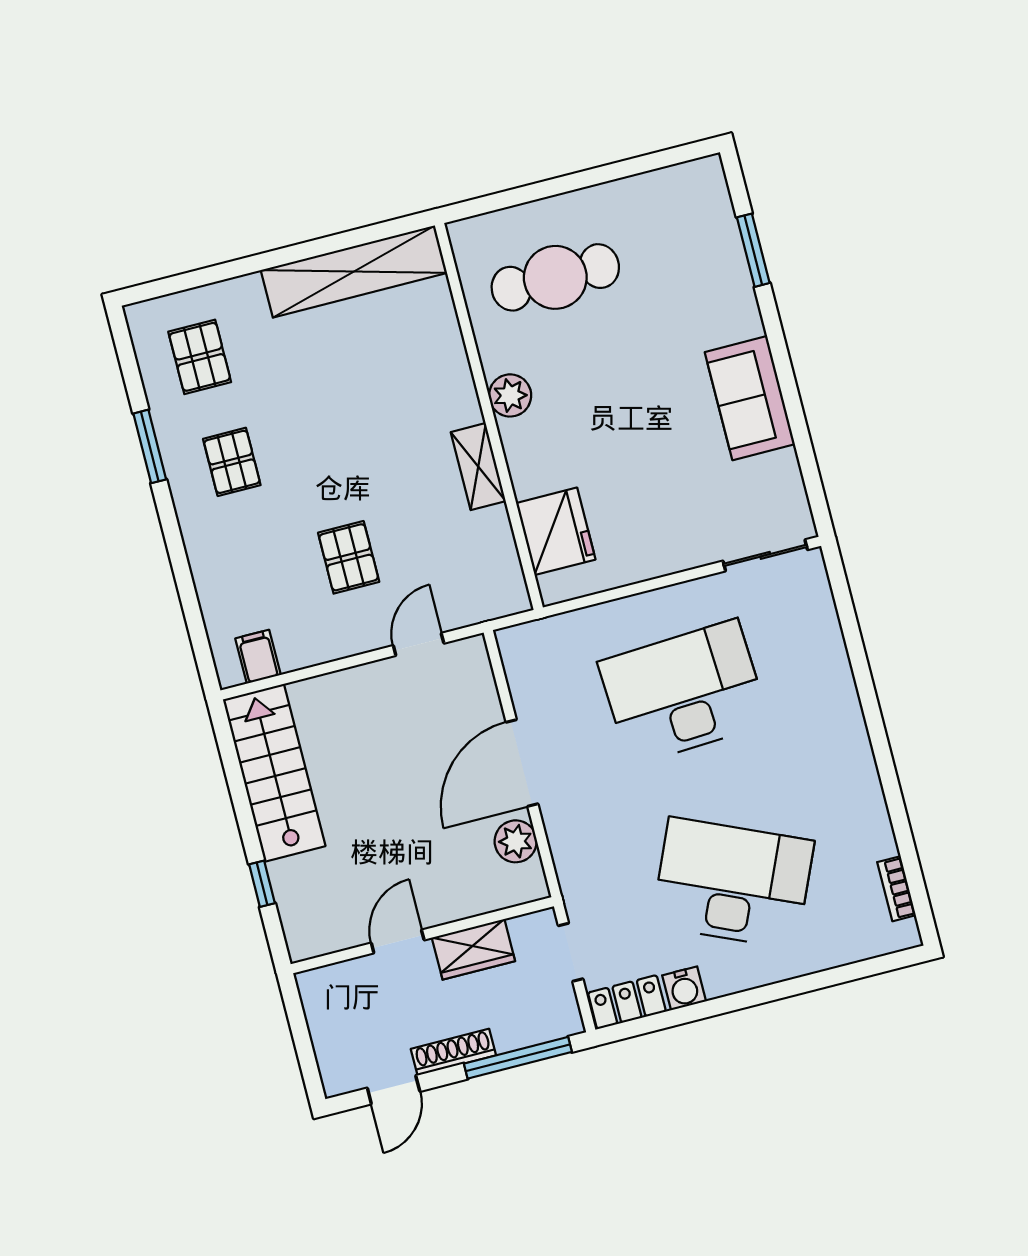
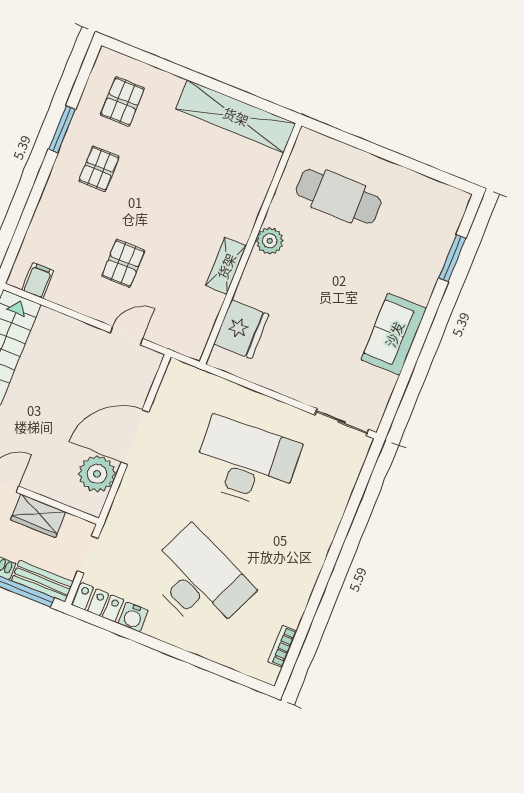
plant: (516, 841) -> (97, 474), width x1.36, depth x1.36
bench: (538, 1027) -> (42, 581), added

